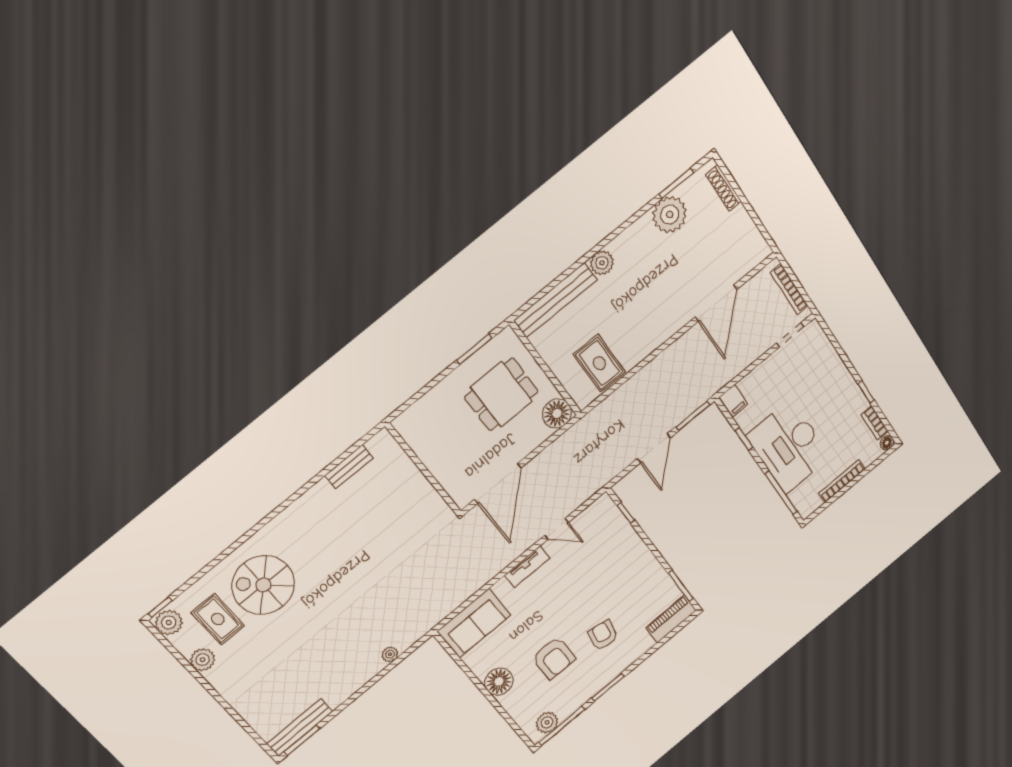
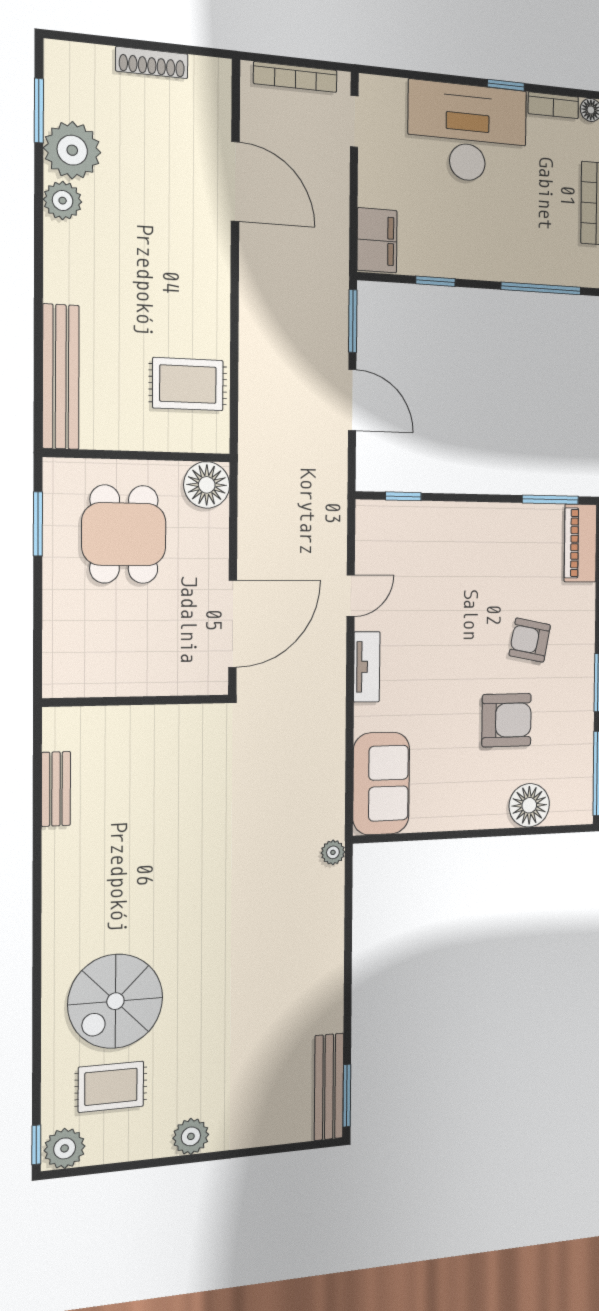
shoe rack: (724, 188) -> (152, 62), moved
plant: (602, 263) -> (63, 201), moved
filing cabinet: (734, 401) -> (377, 240), width x2.00
desk: (789, 446) -> (468, 133), moved, turned 180
door: (498, 483) -> (233, 624), hinge flipped
plant: (390, 654) -> (333, 852), moved
plant: (203, 660) -> (191, 1136), moved
floor lamp: (499, 682) -> (529, 805), moved
plant: (547, 722) -> (578, 788), removed

